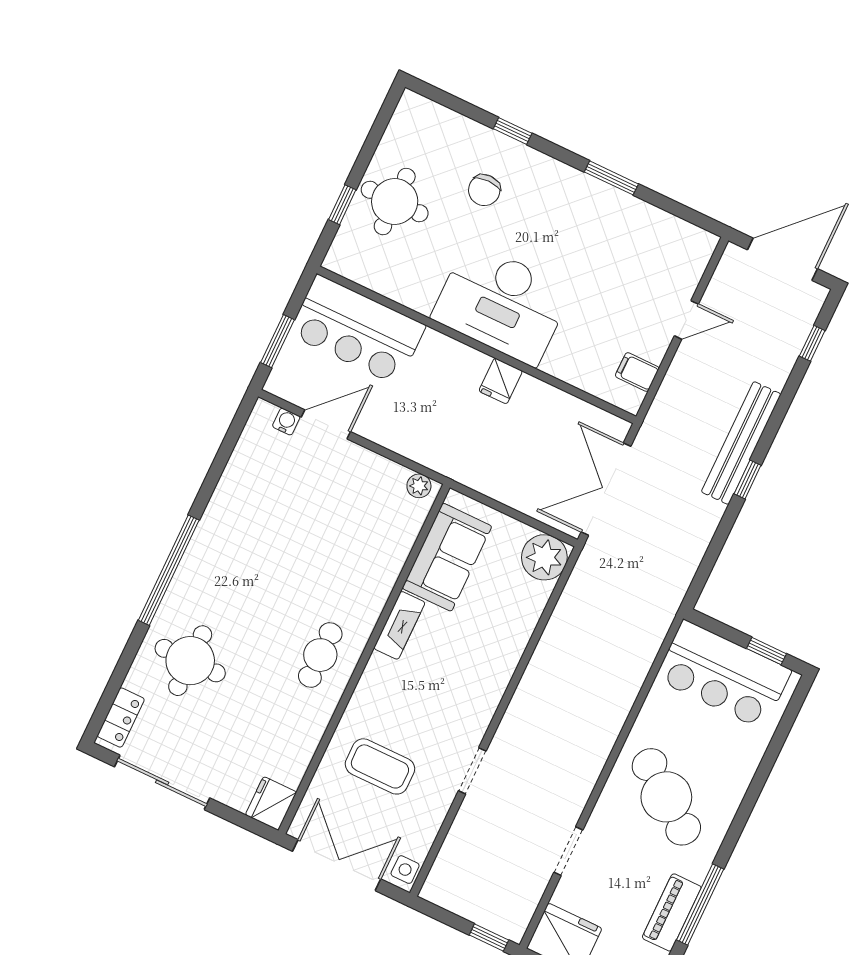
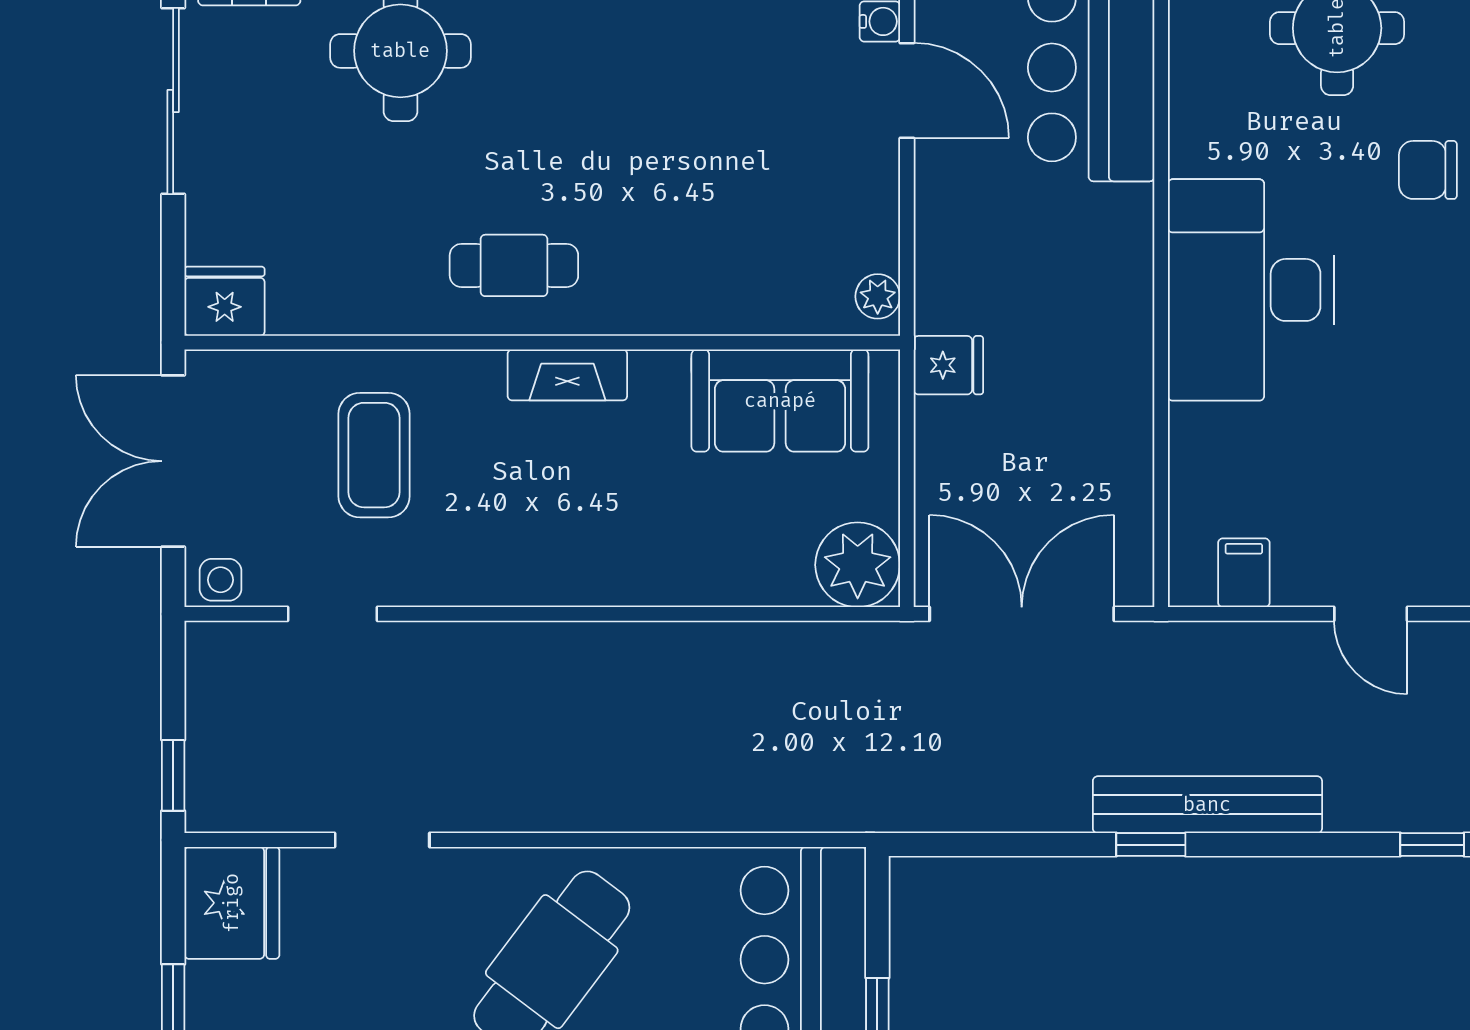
fridge: (501, 381) -> (948, 365), moved, turned 180
fireplace: (399, 625) -> (567, 375), moved
doorway: (472, 771) -> (332, 614), moved
double door: (337, 865) -> (173, 461), swing flipped

